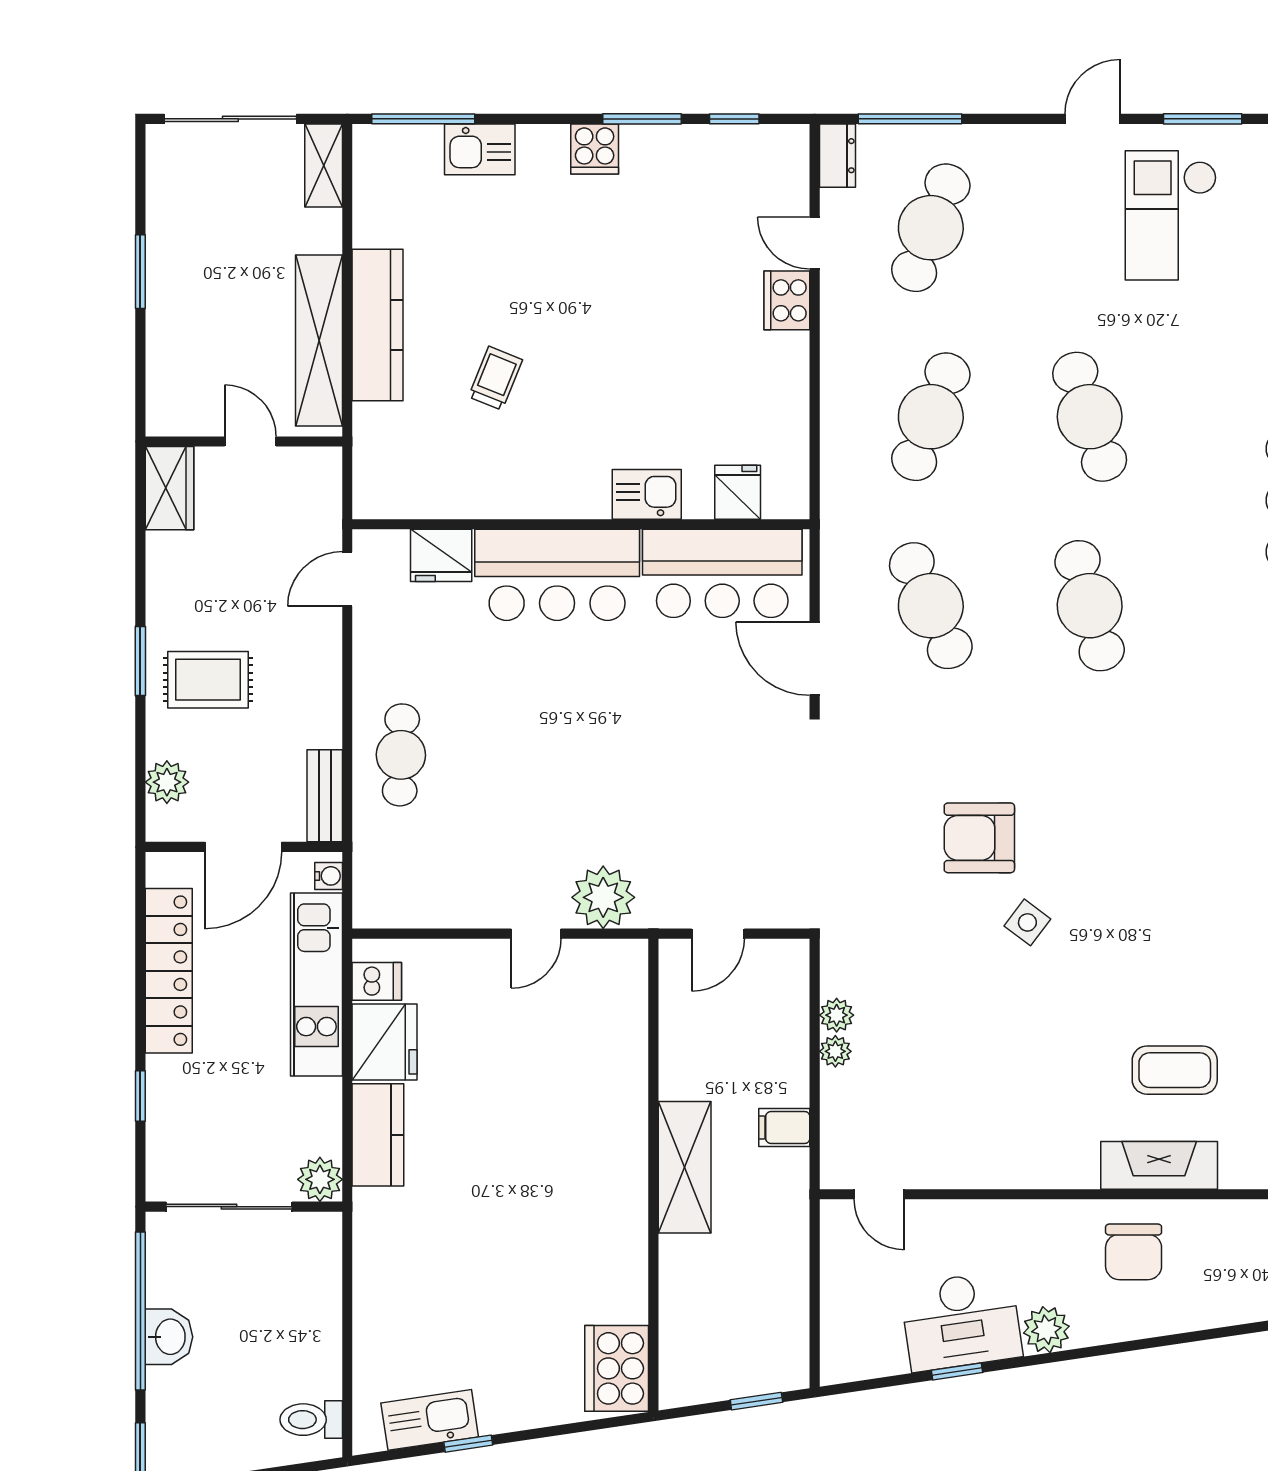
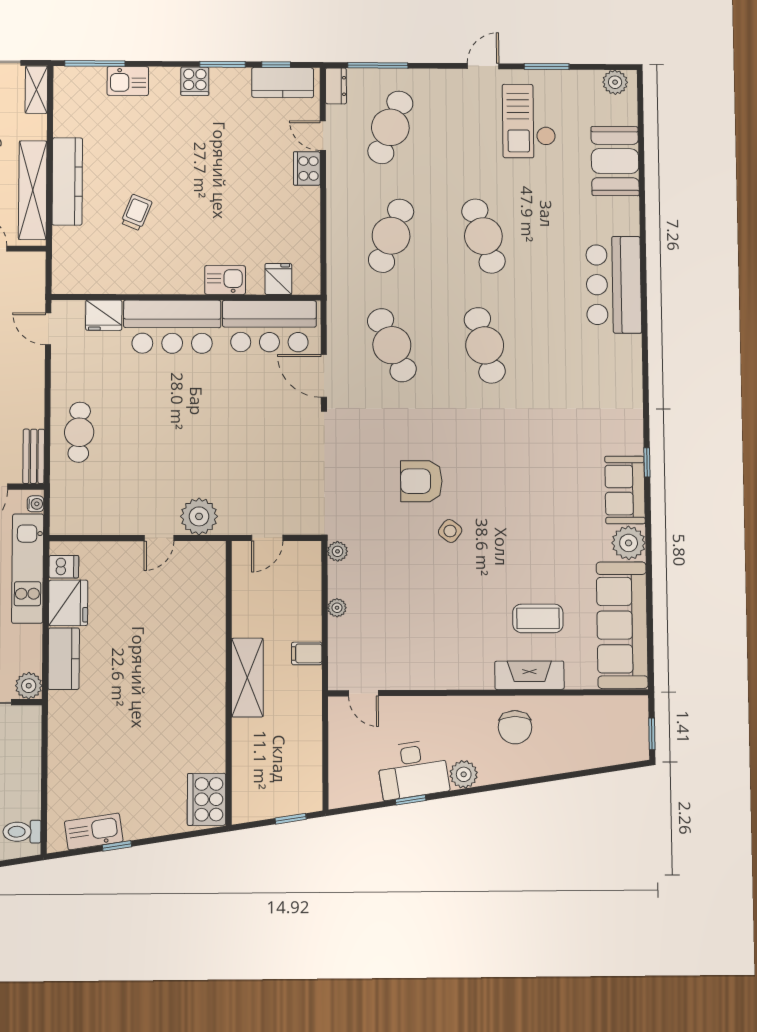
kitchen counter: (746, 150) -> (283, 83), added
door: (347, 579) -> (48, 329), hinge flipped
plant: (837, 1015) -> (338, 551), moved

